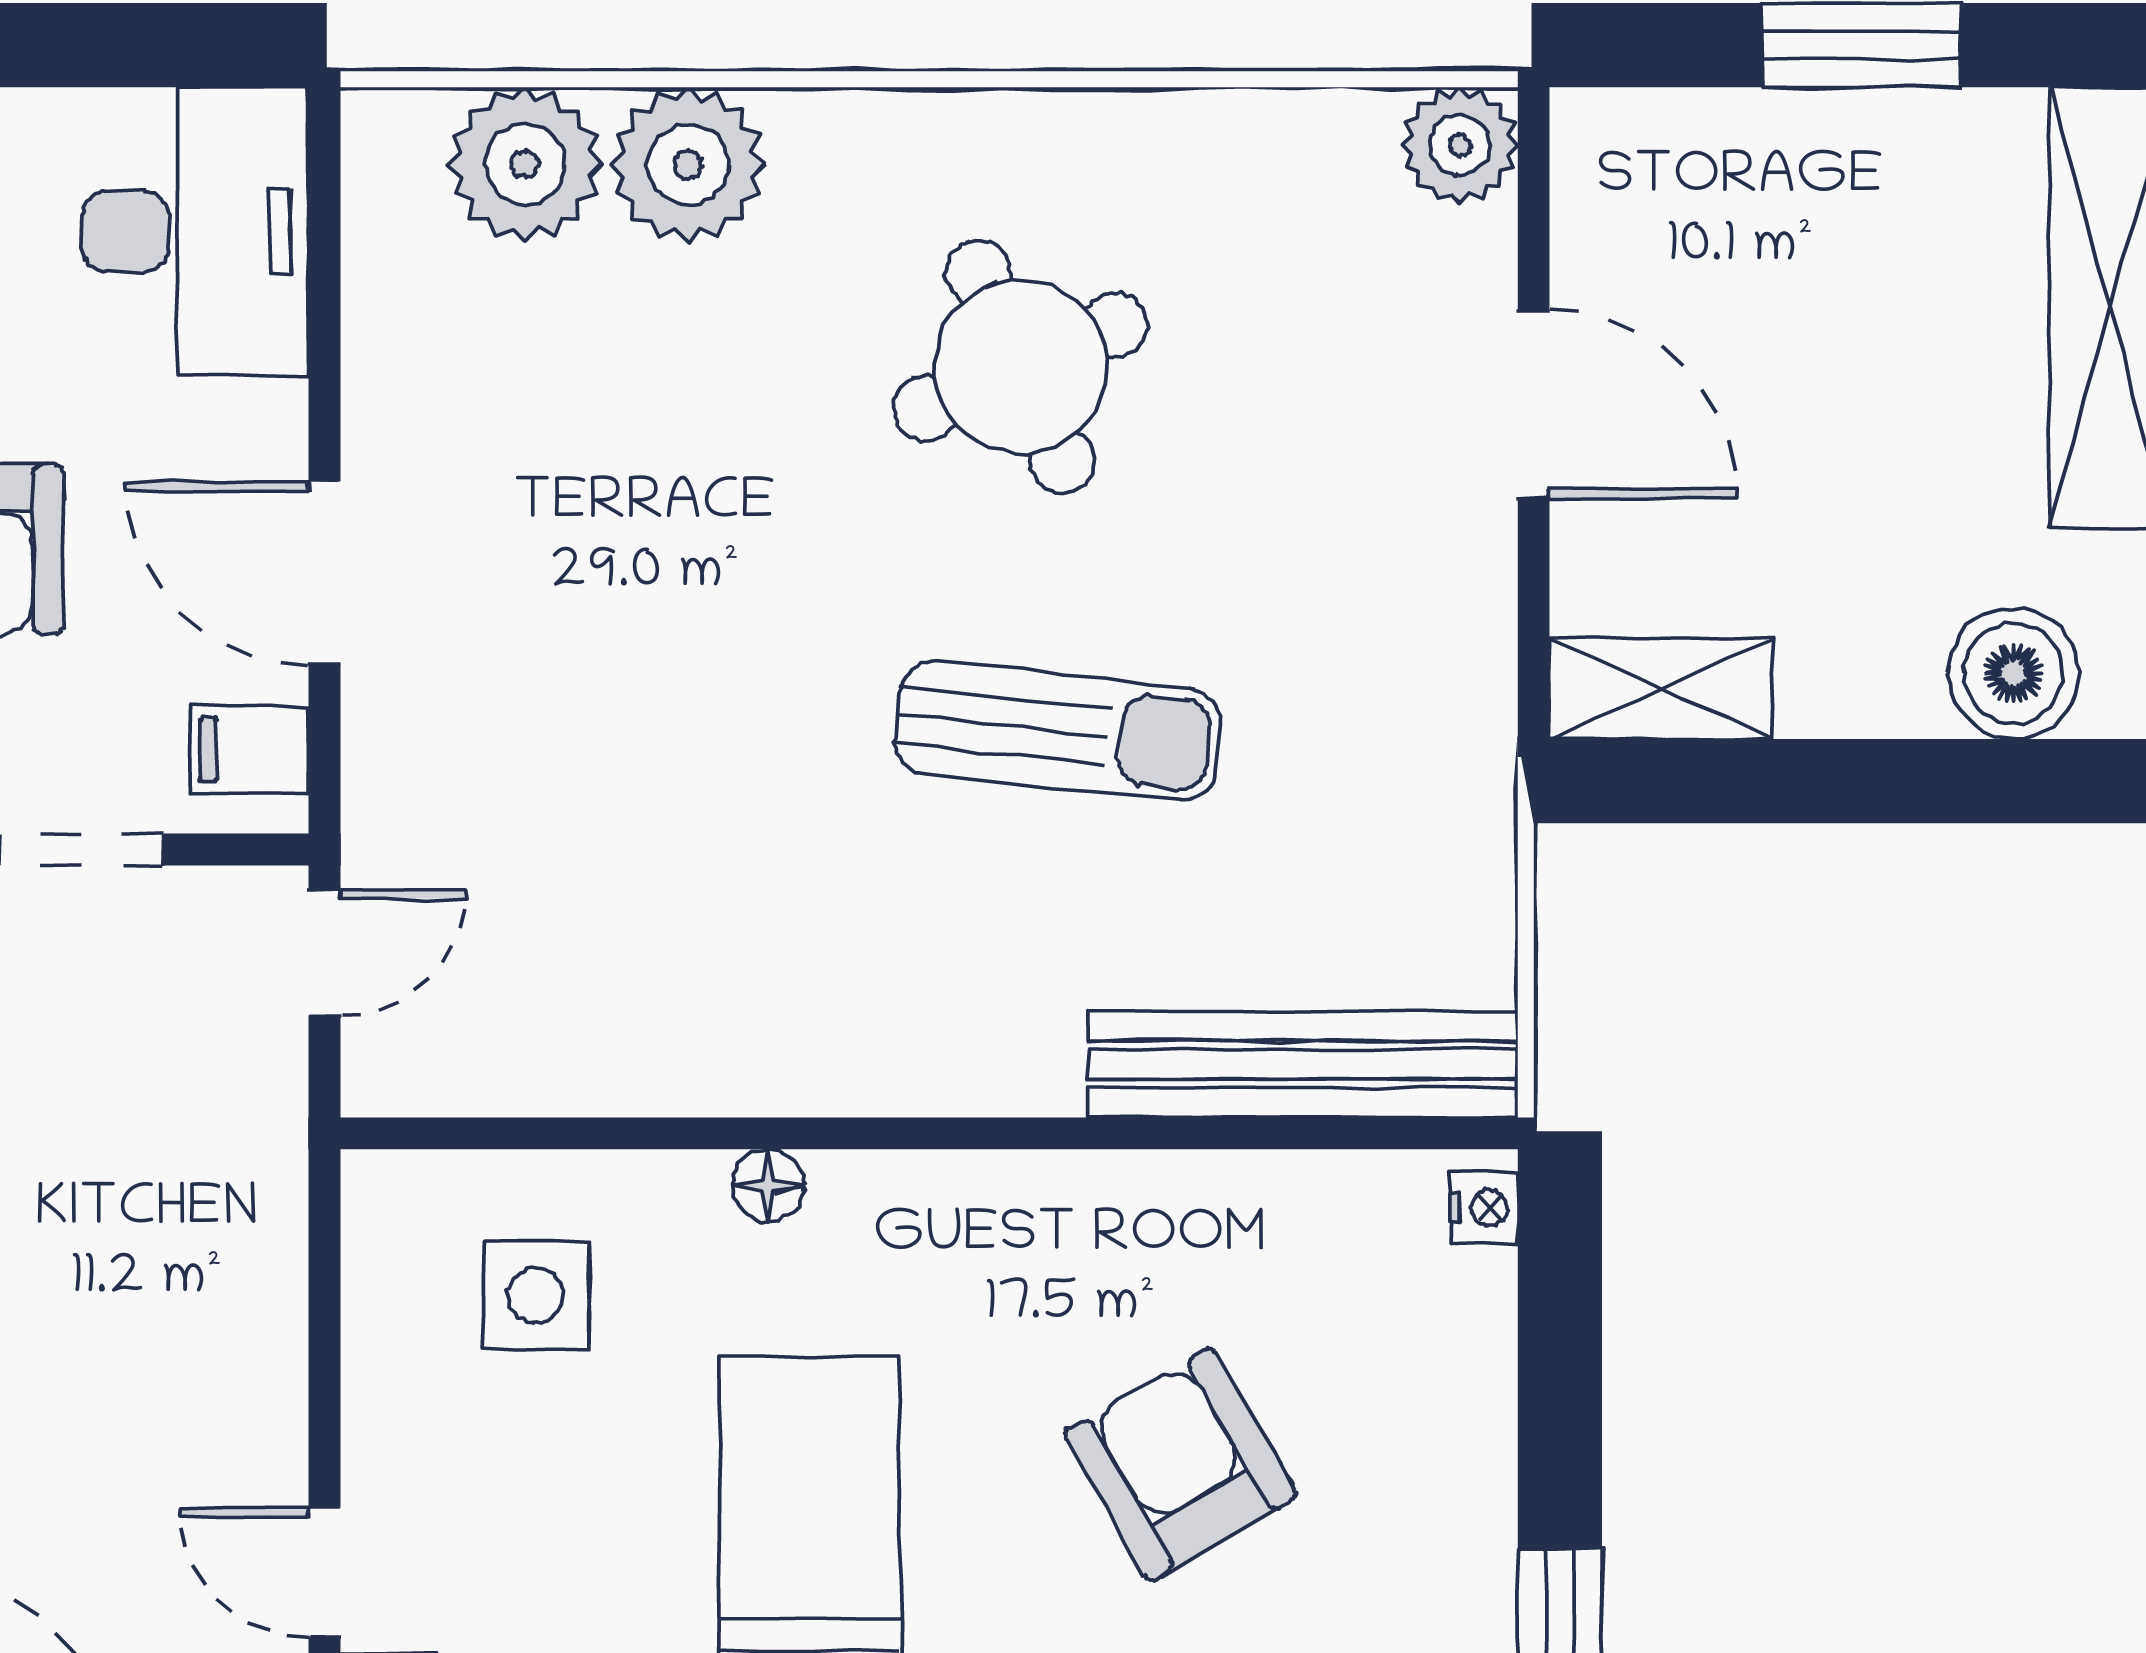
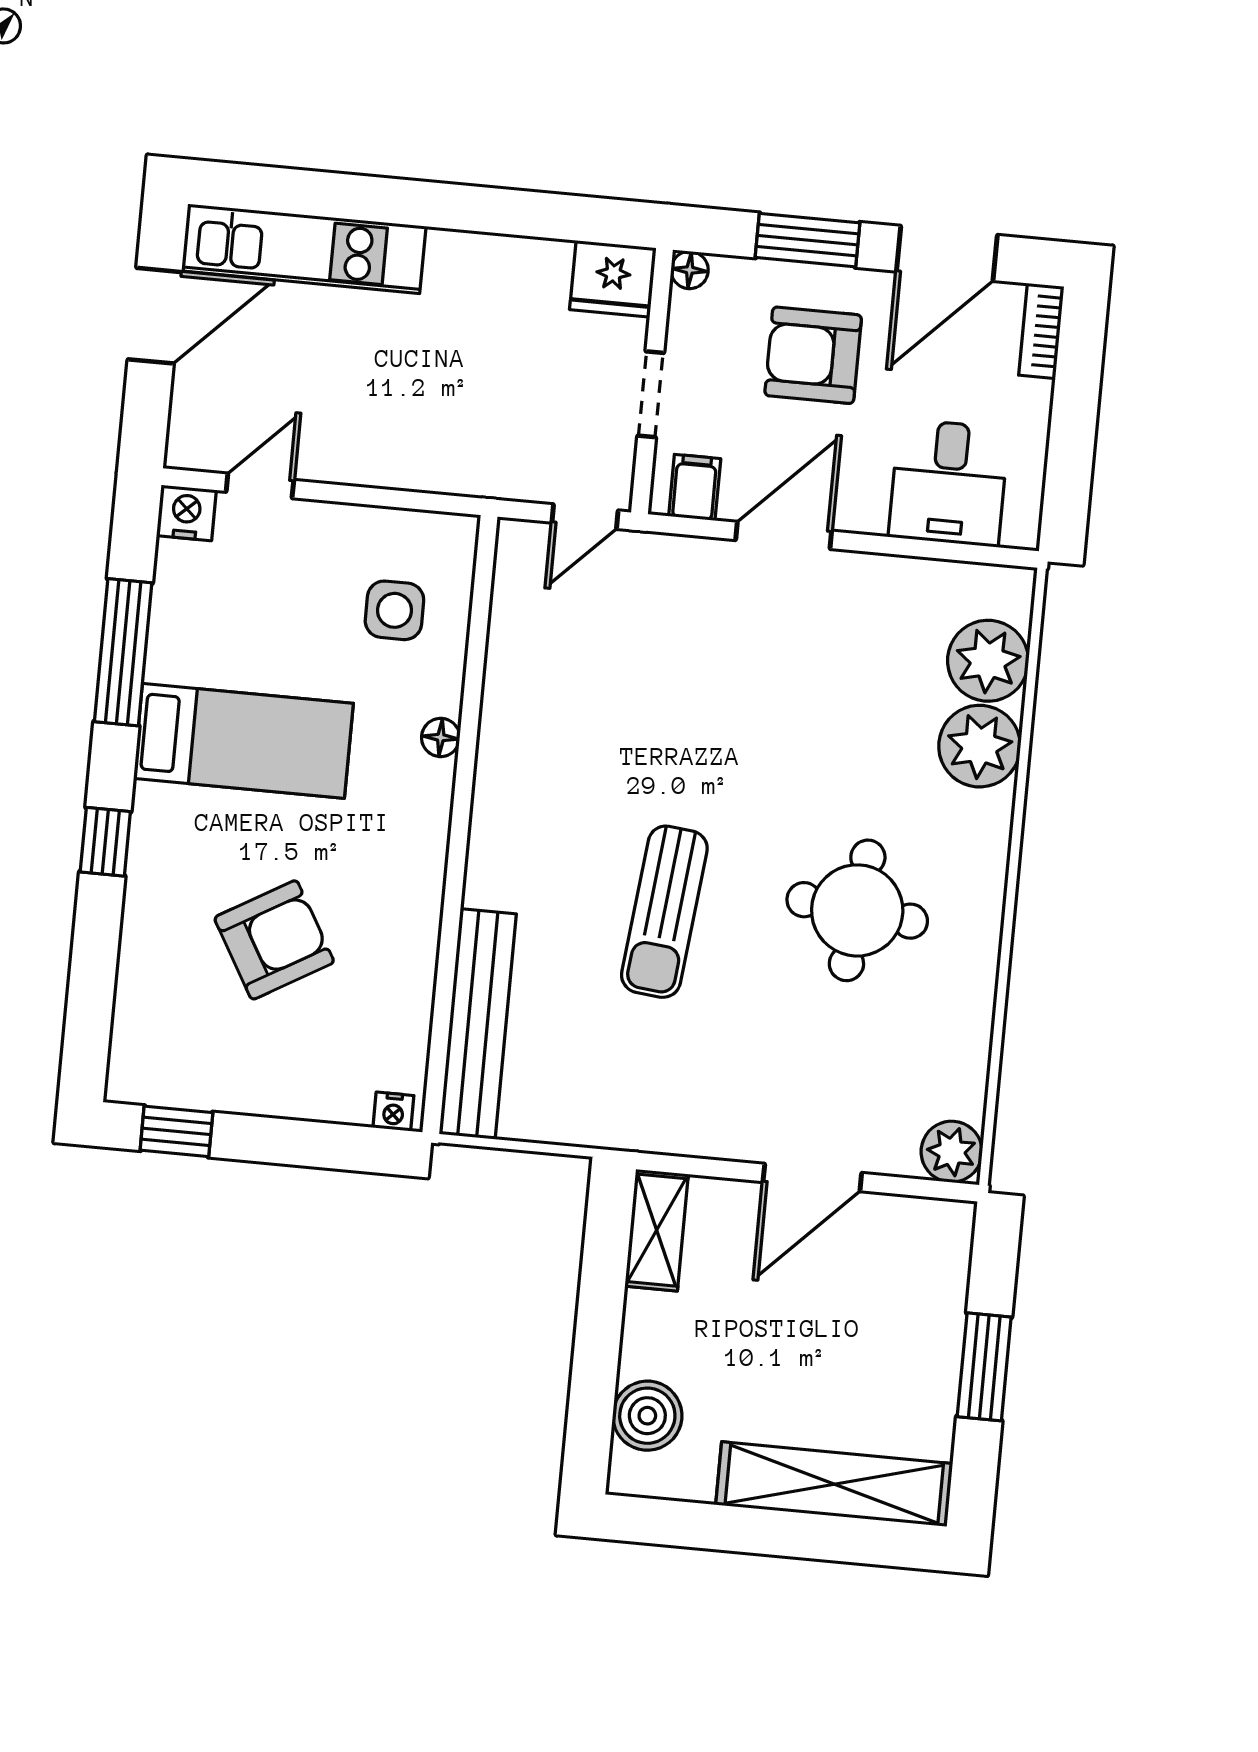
desk: (195, 231) -> (949, 483), width x0.73
round table: (1021, 367) -> (857, 910), turned 30
door: (324, 952) -> (585, 517), hinge flipped

